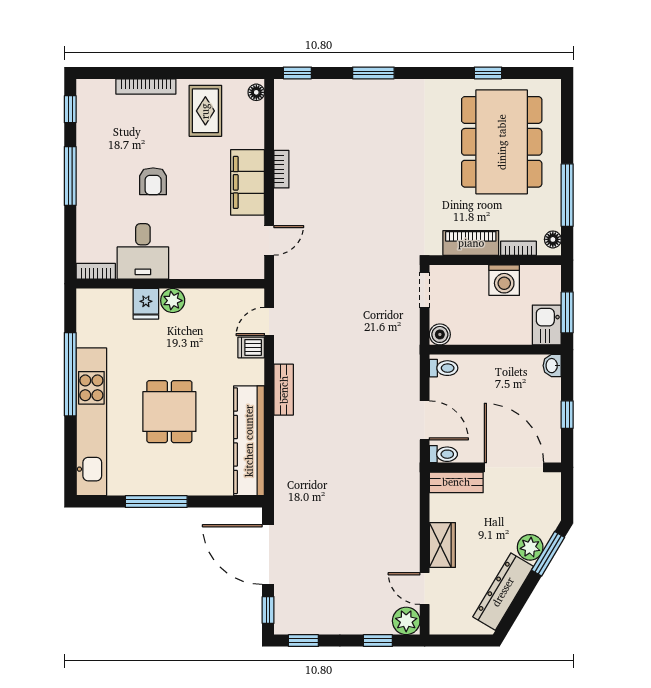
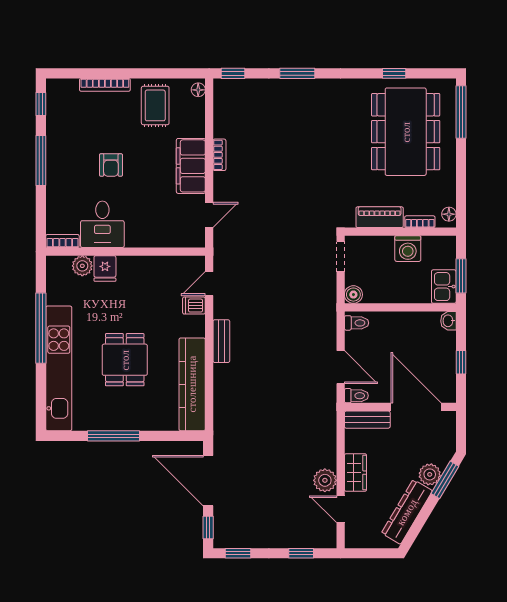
window: (567, 195) -> (461, 112), moved
plant: (173, 301) -> (82, 266), moved
plant: (406, 621) -> (325, 480), moved

